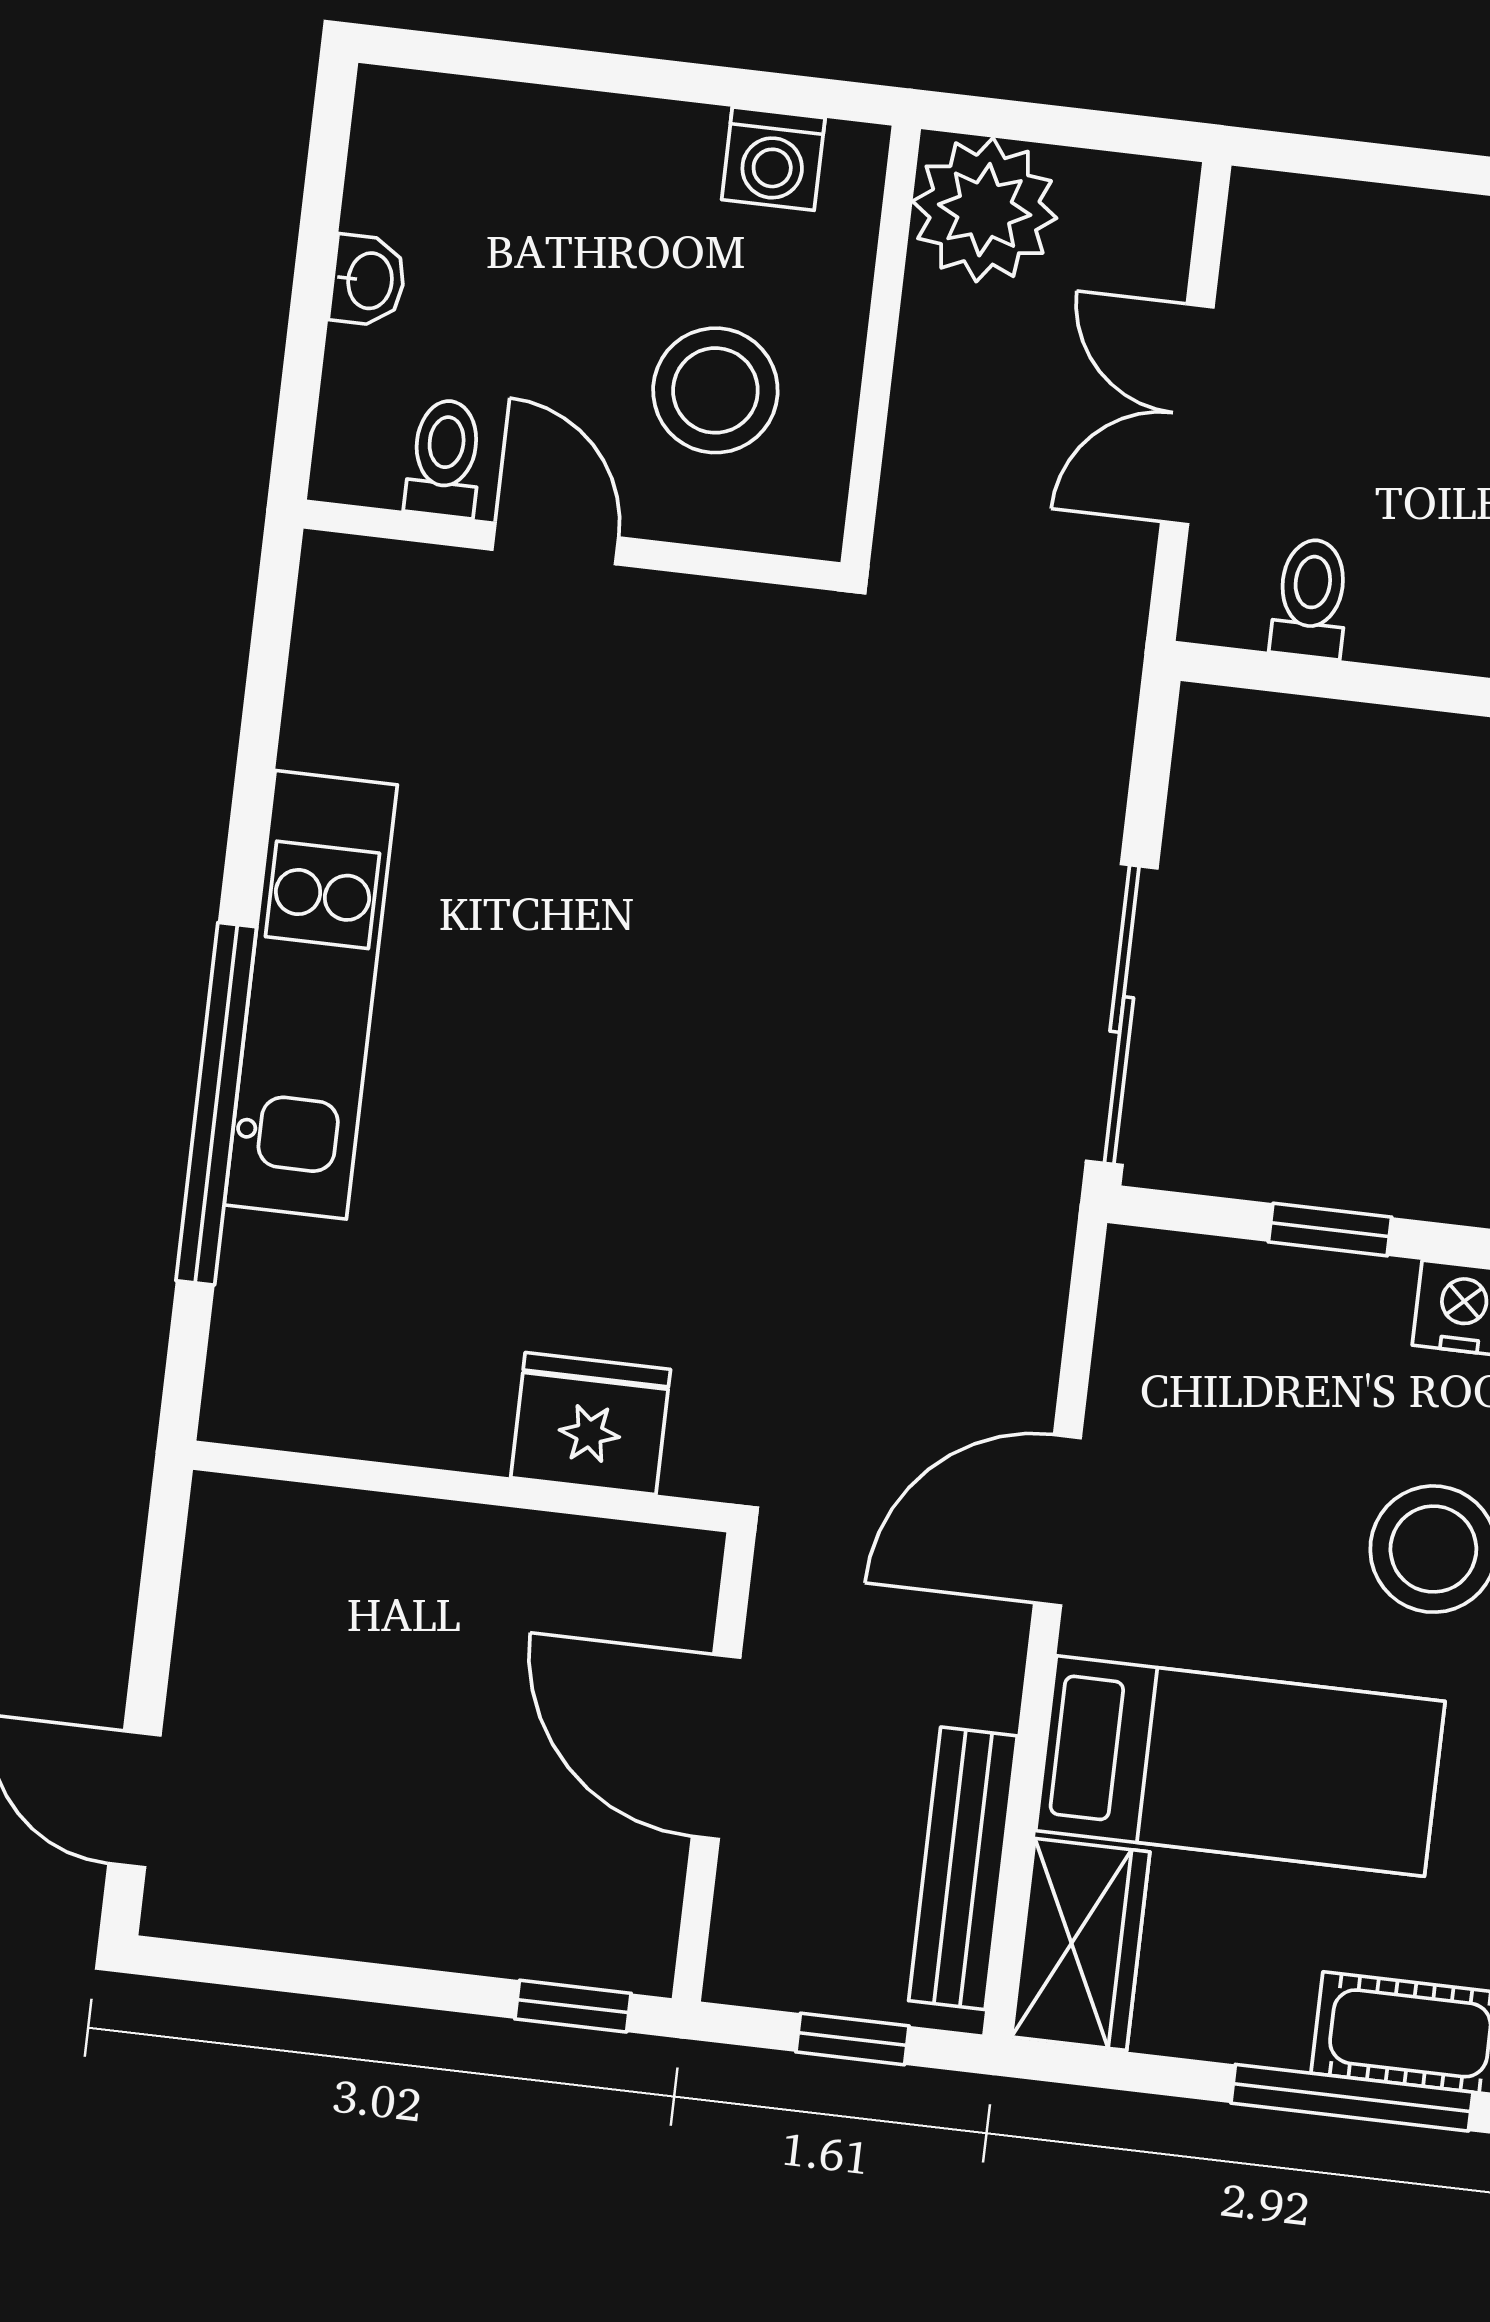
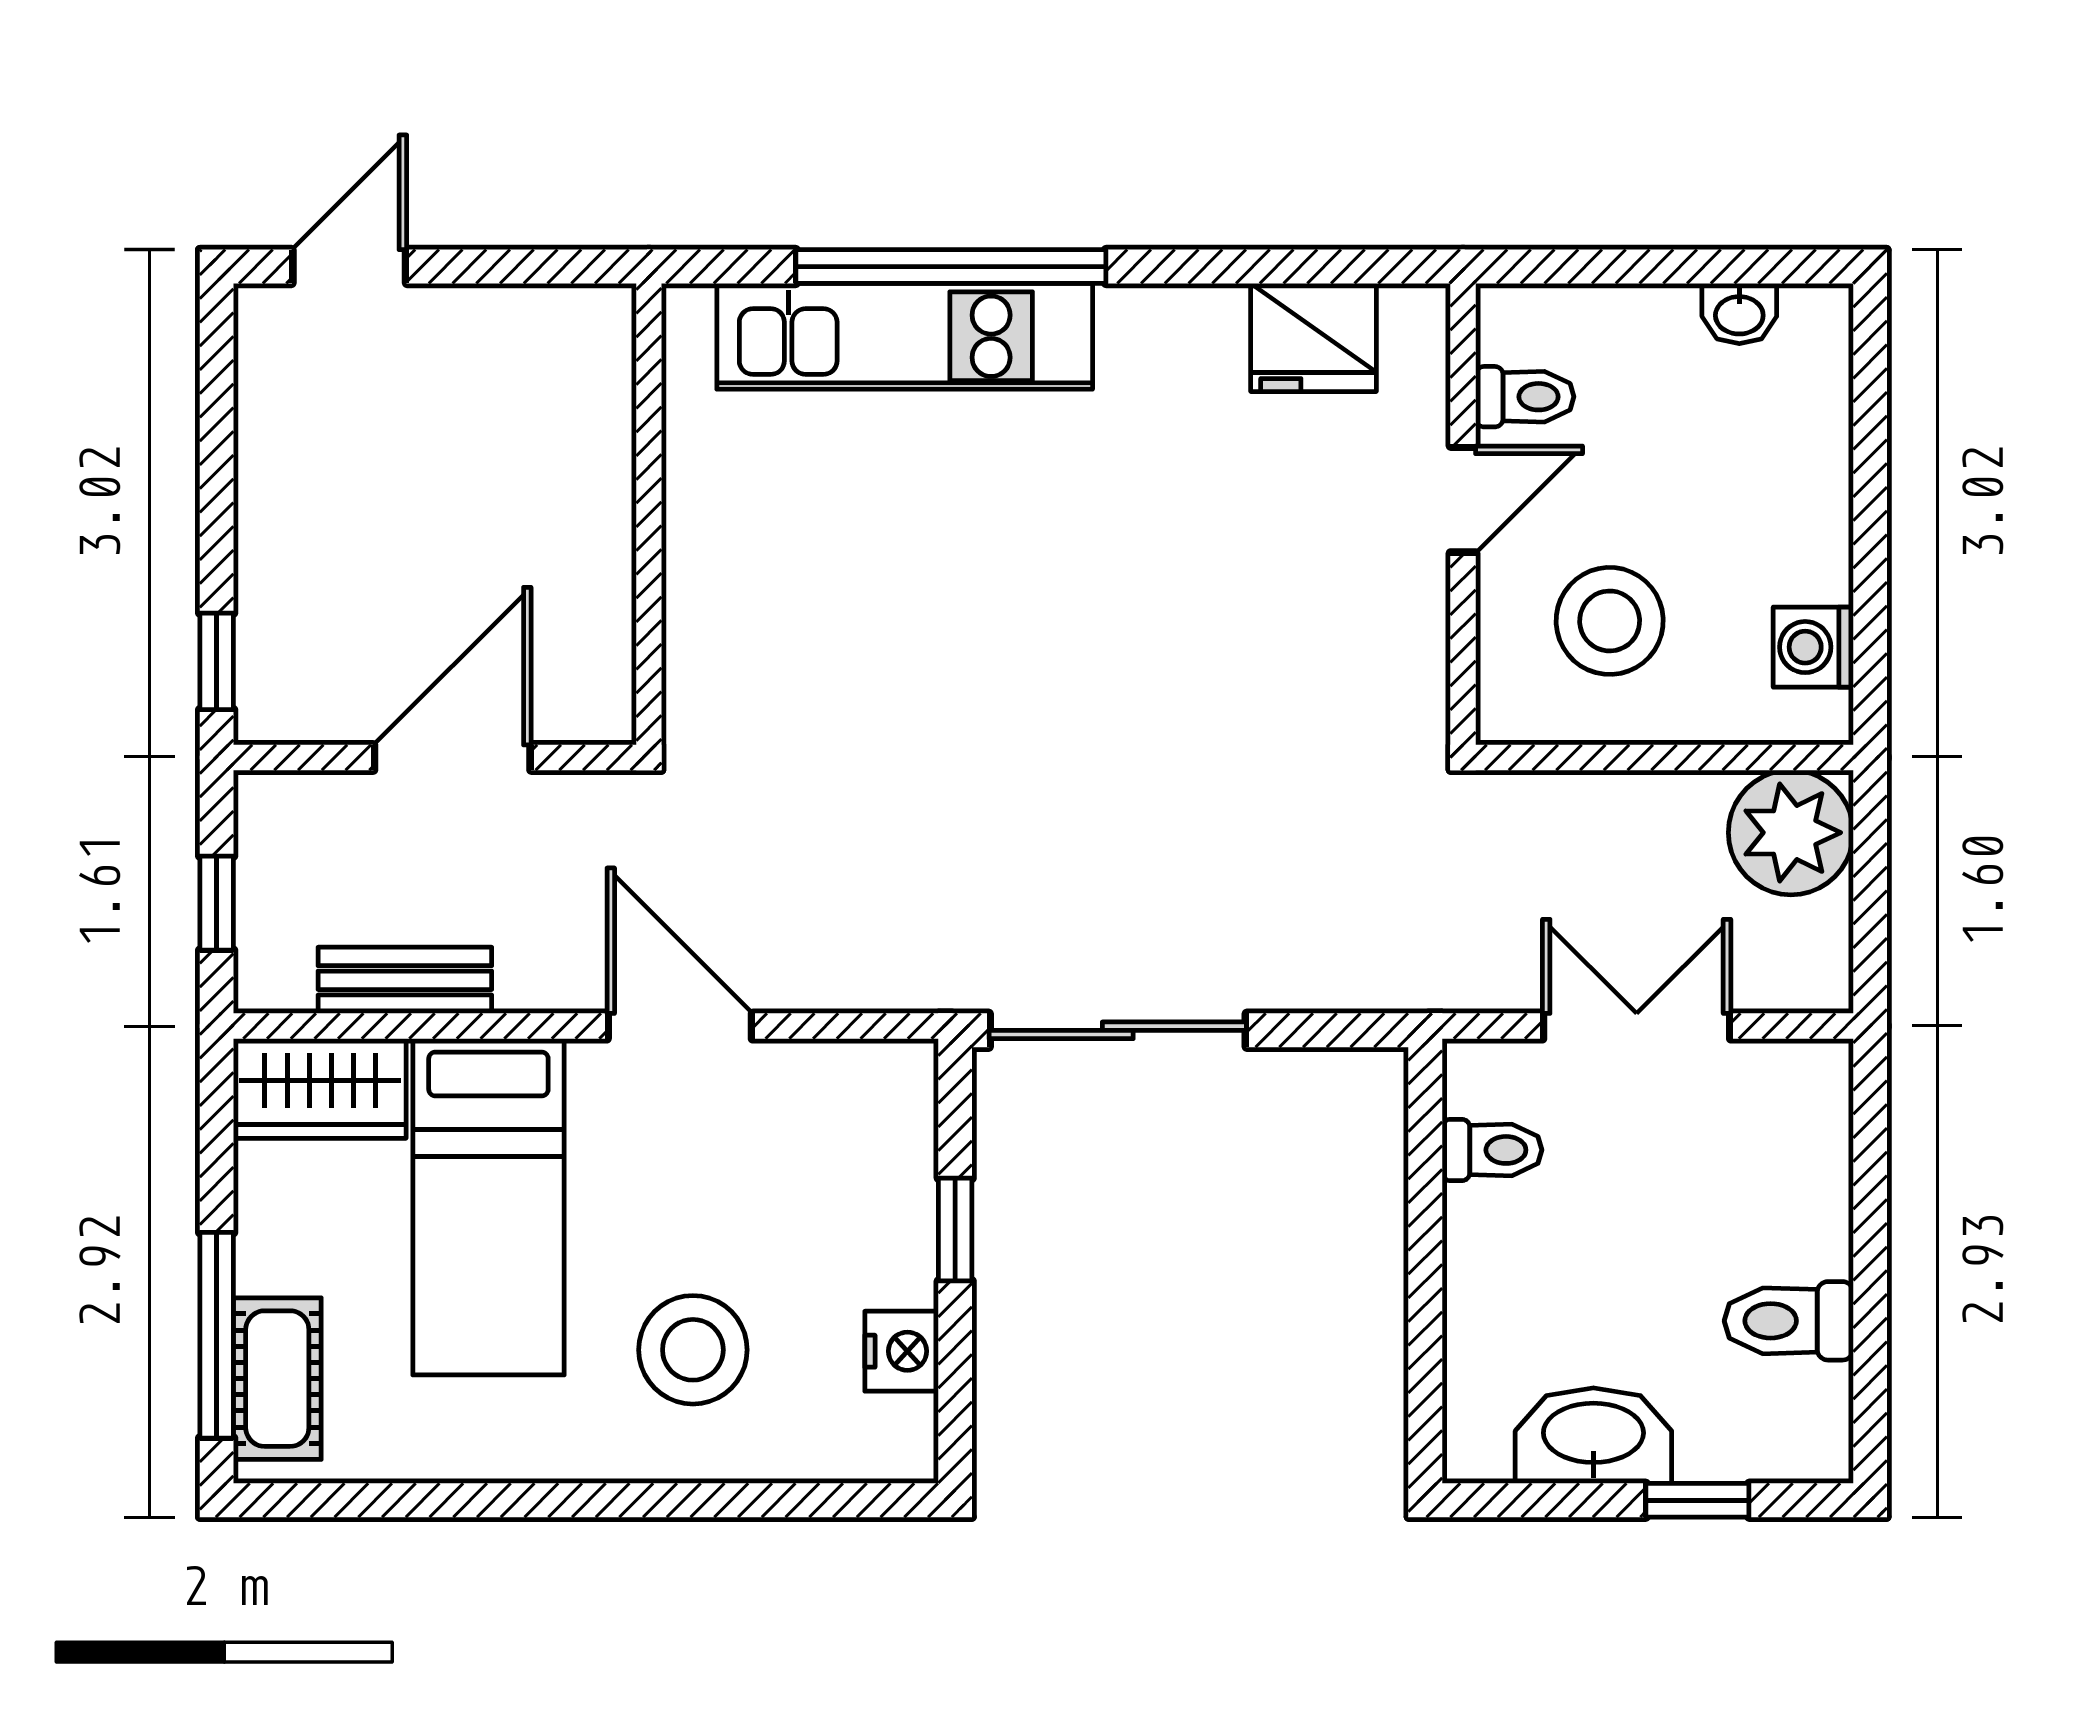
washbasin: (368, 281) -> (1739, 313), moved
kitchen unit: (311, 995) -> (905, 336), moved
fridge: (591, 1423) -> (1314, 337), moved, turned 90
bench: (963, 1868) -> (405, 980), width x0.73

